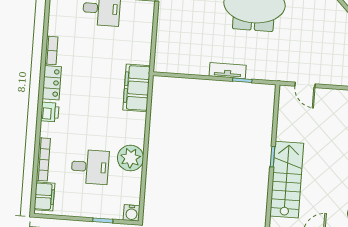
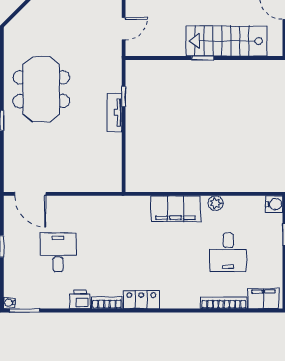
filing cabinet: (137, 88) -> (175, 209), moved
printer: (50, 112) -> (80, 299), moved
plant: (130, 158) -> (216, 203), width x0.53, depth x0.53
desk: (90, 167) -> (228, 252), turned 180

